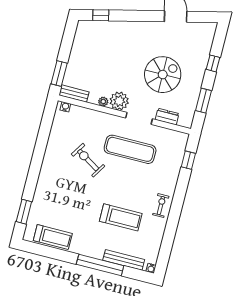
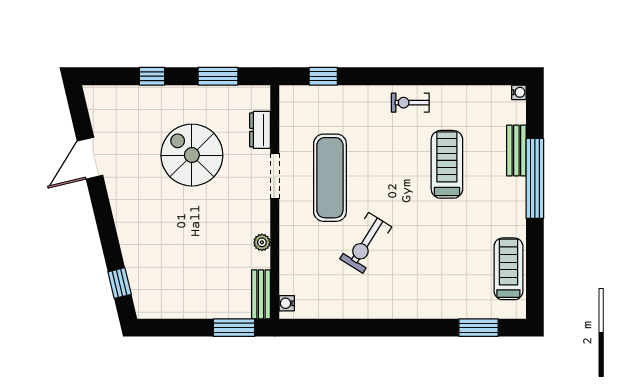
plant: (119, 101) -> (254, 216), removed
bench: (124, 260) -> (516, 151), width x0.73

